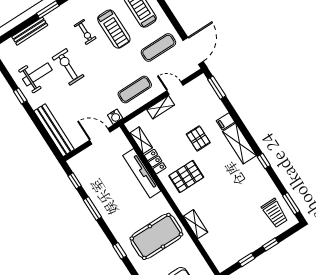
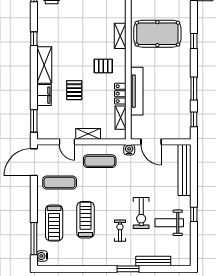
exercise bike: (85, 32) -> (120, 231), moved
filing cabinet: (226, 121) -> (44, 95), width x2.00
pallet: (186, 177) -> (103, 66), width x0.67, depth x0.71
shelving: (195, 224) -> (120, 36), moved

